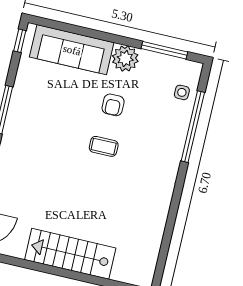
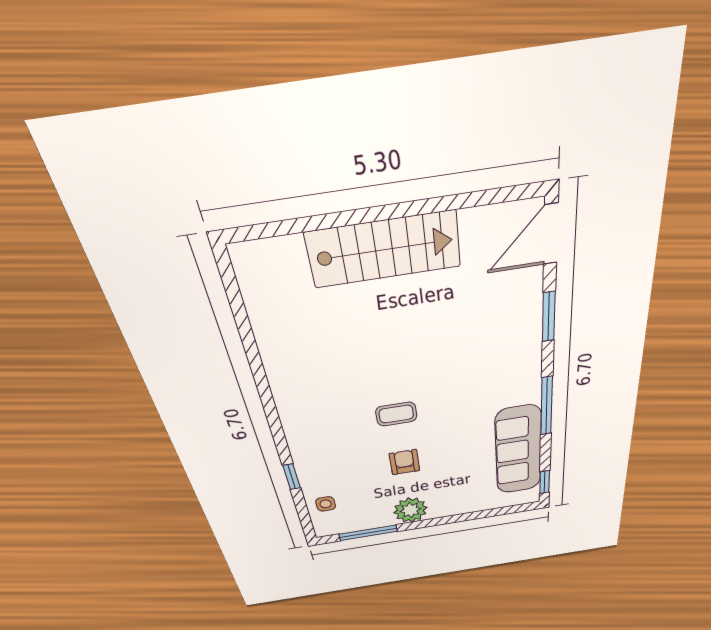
sofa: (72, 50) -> (518, 451), moved, turned -90
window: (193, 127) -> (292, 477), width x0.32

